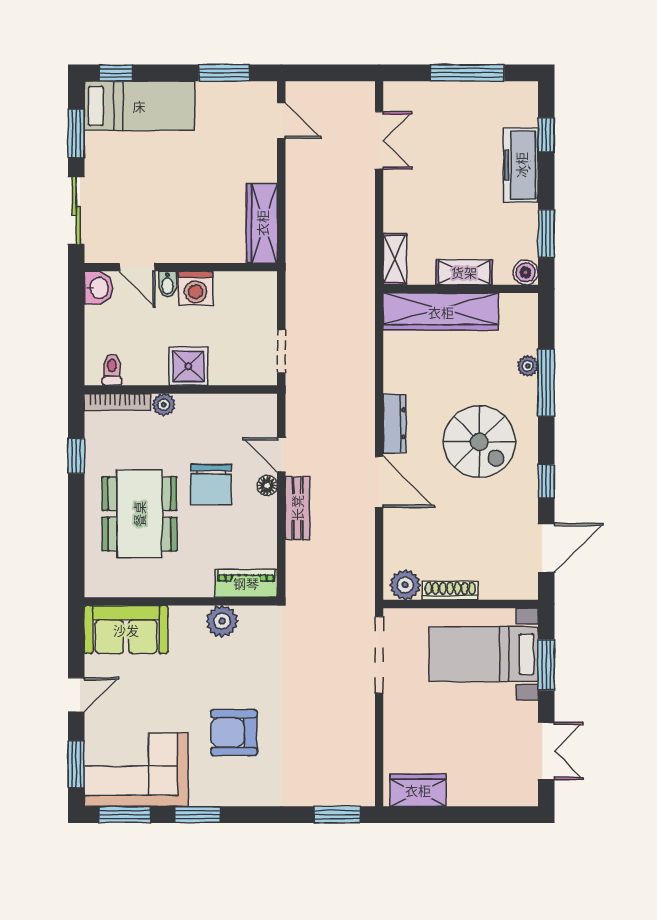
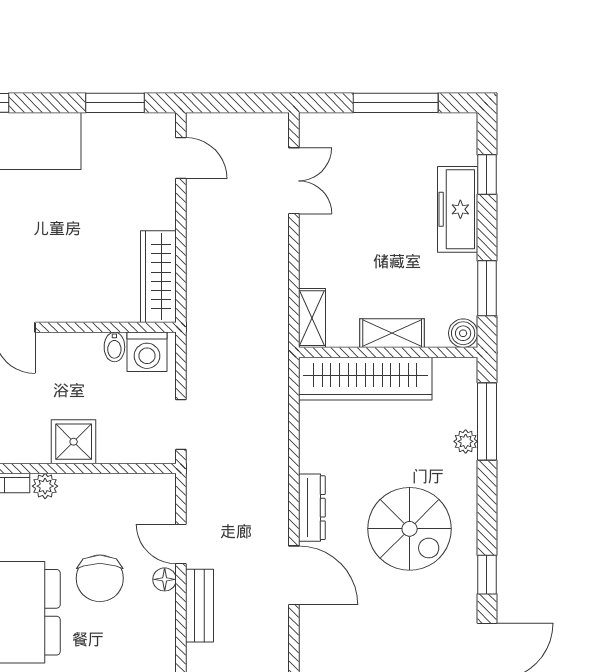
bidet: (167, 284) -> (114, 347), moved
washing machine: (196, 288) -> (147, 352), moved
window: (546, 383) -> (487, 422), moved

